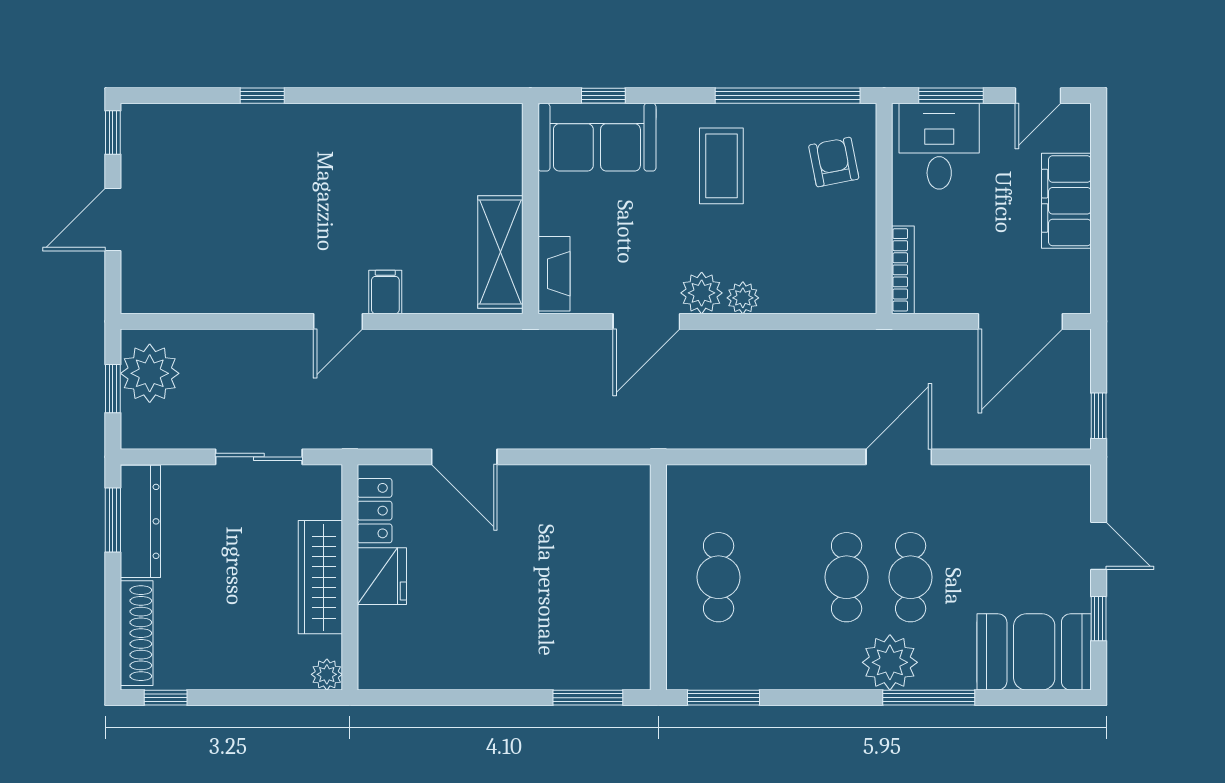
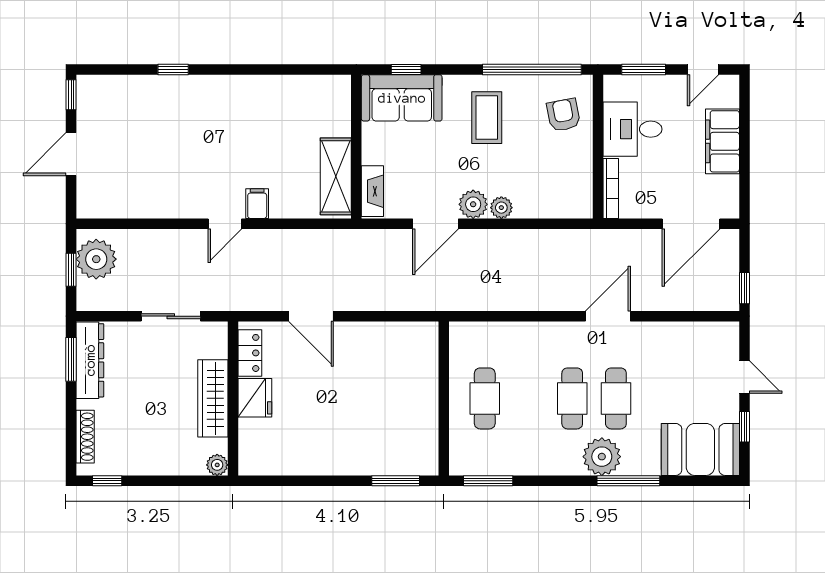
desk: (939, 146) -> (632, 129), moved, turned -90
shoe rack: (137, 633) -> (85, 437), width x0.74, depth x0.81

